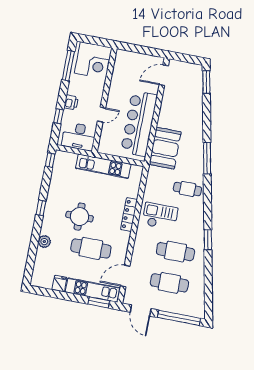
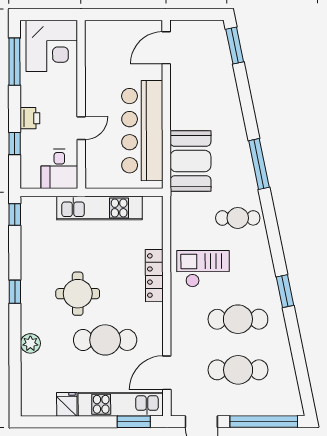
desk: (79, 136) -> (59, 169), width x0.73

